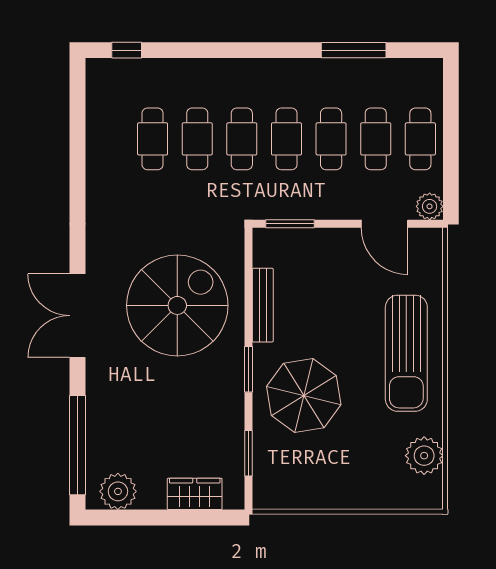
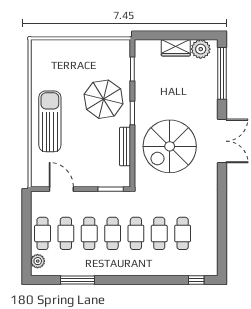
plant: (430, 206) -> (38, 261), moved
plant: (424, 456) -> (41, 68), removed
wardrobe: (195, 494) -> (176, 48), moved

